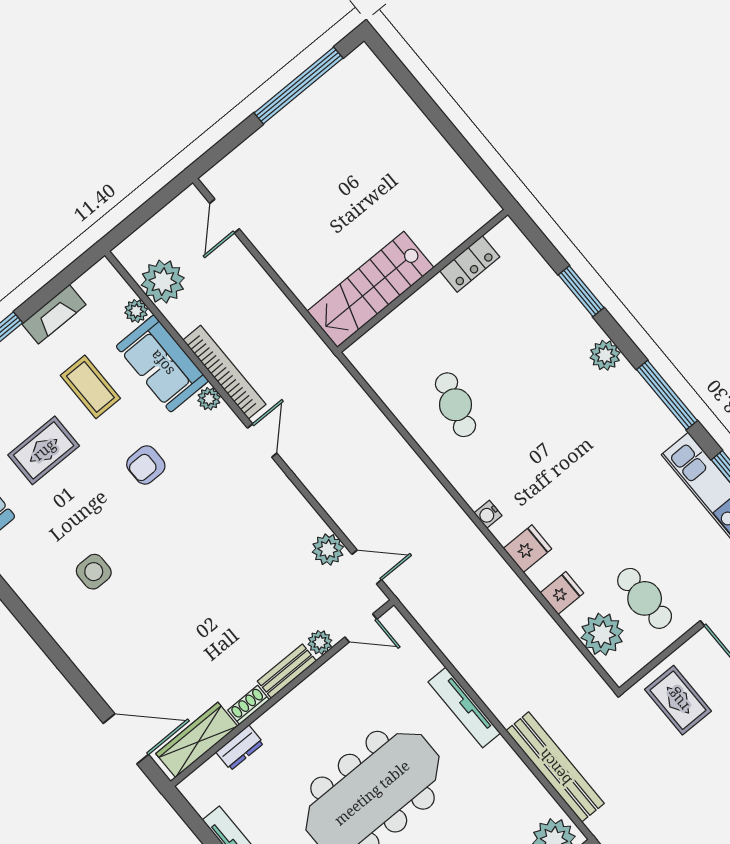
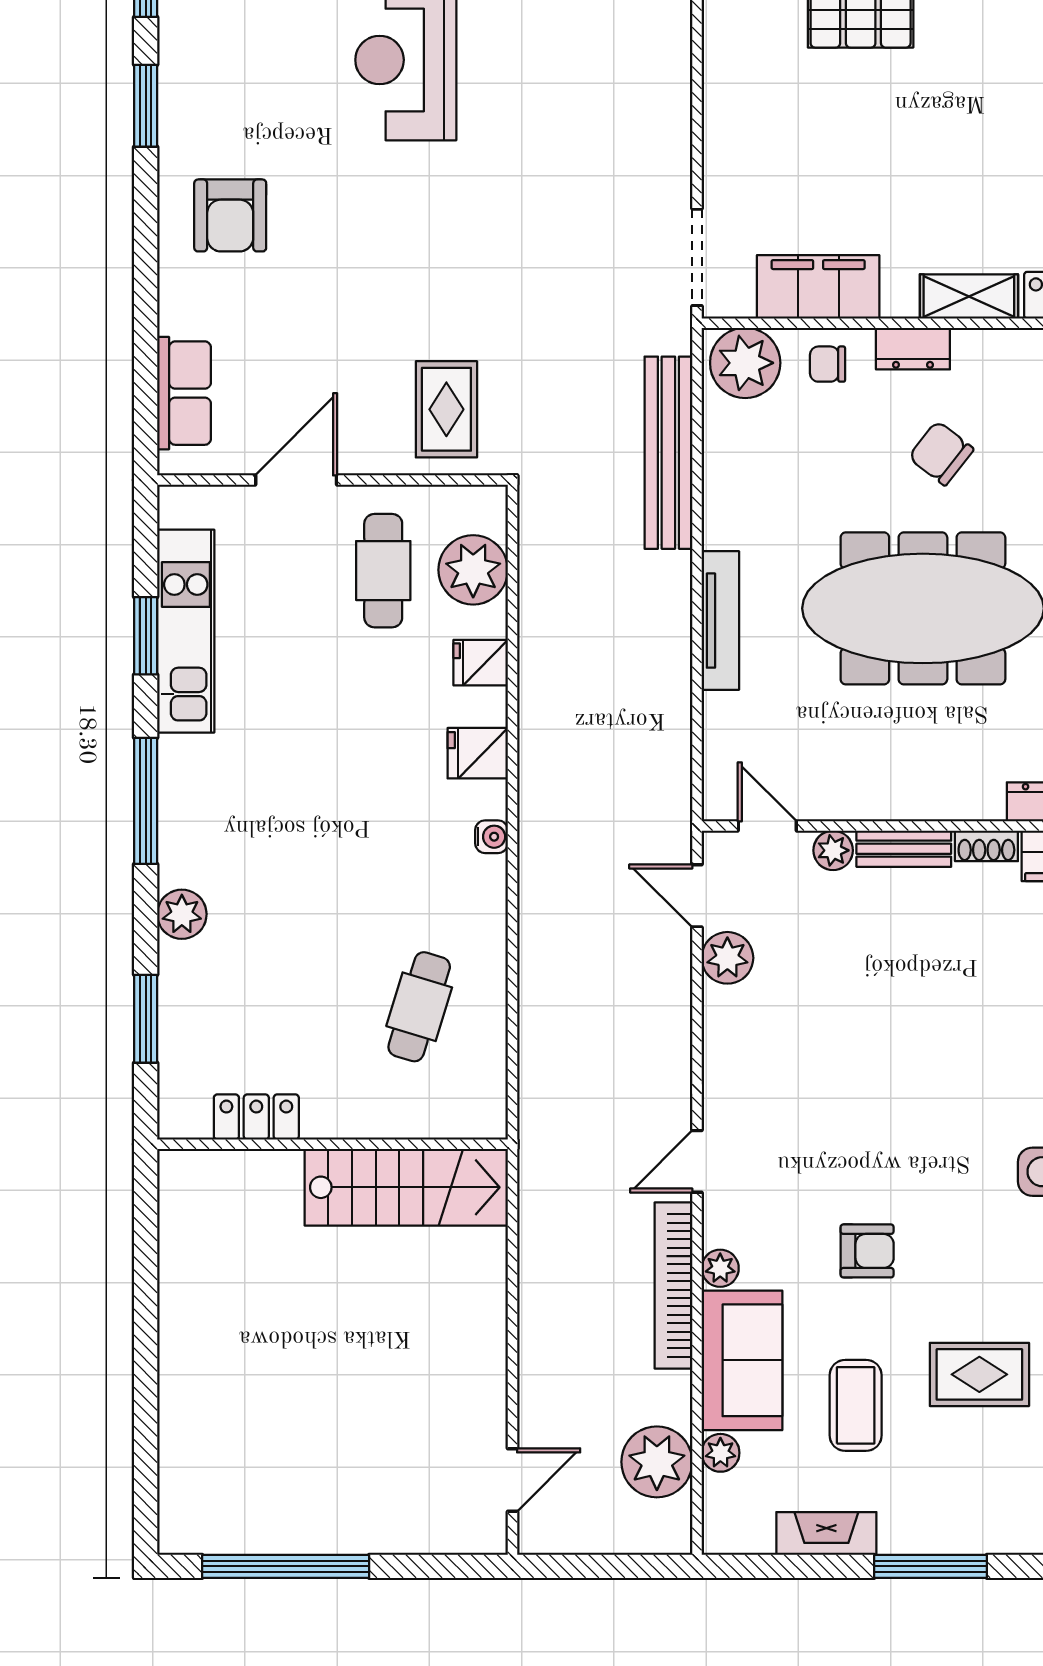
locker: (470, 264) -> (256, 1117), moved
wall: (423, 281) -> (332, 1144), moved
stairs: (371, 289) -> (406, 1187), moved

